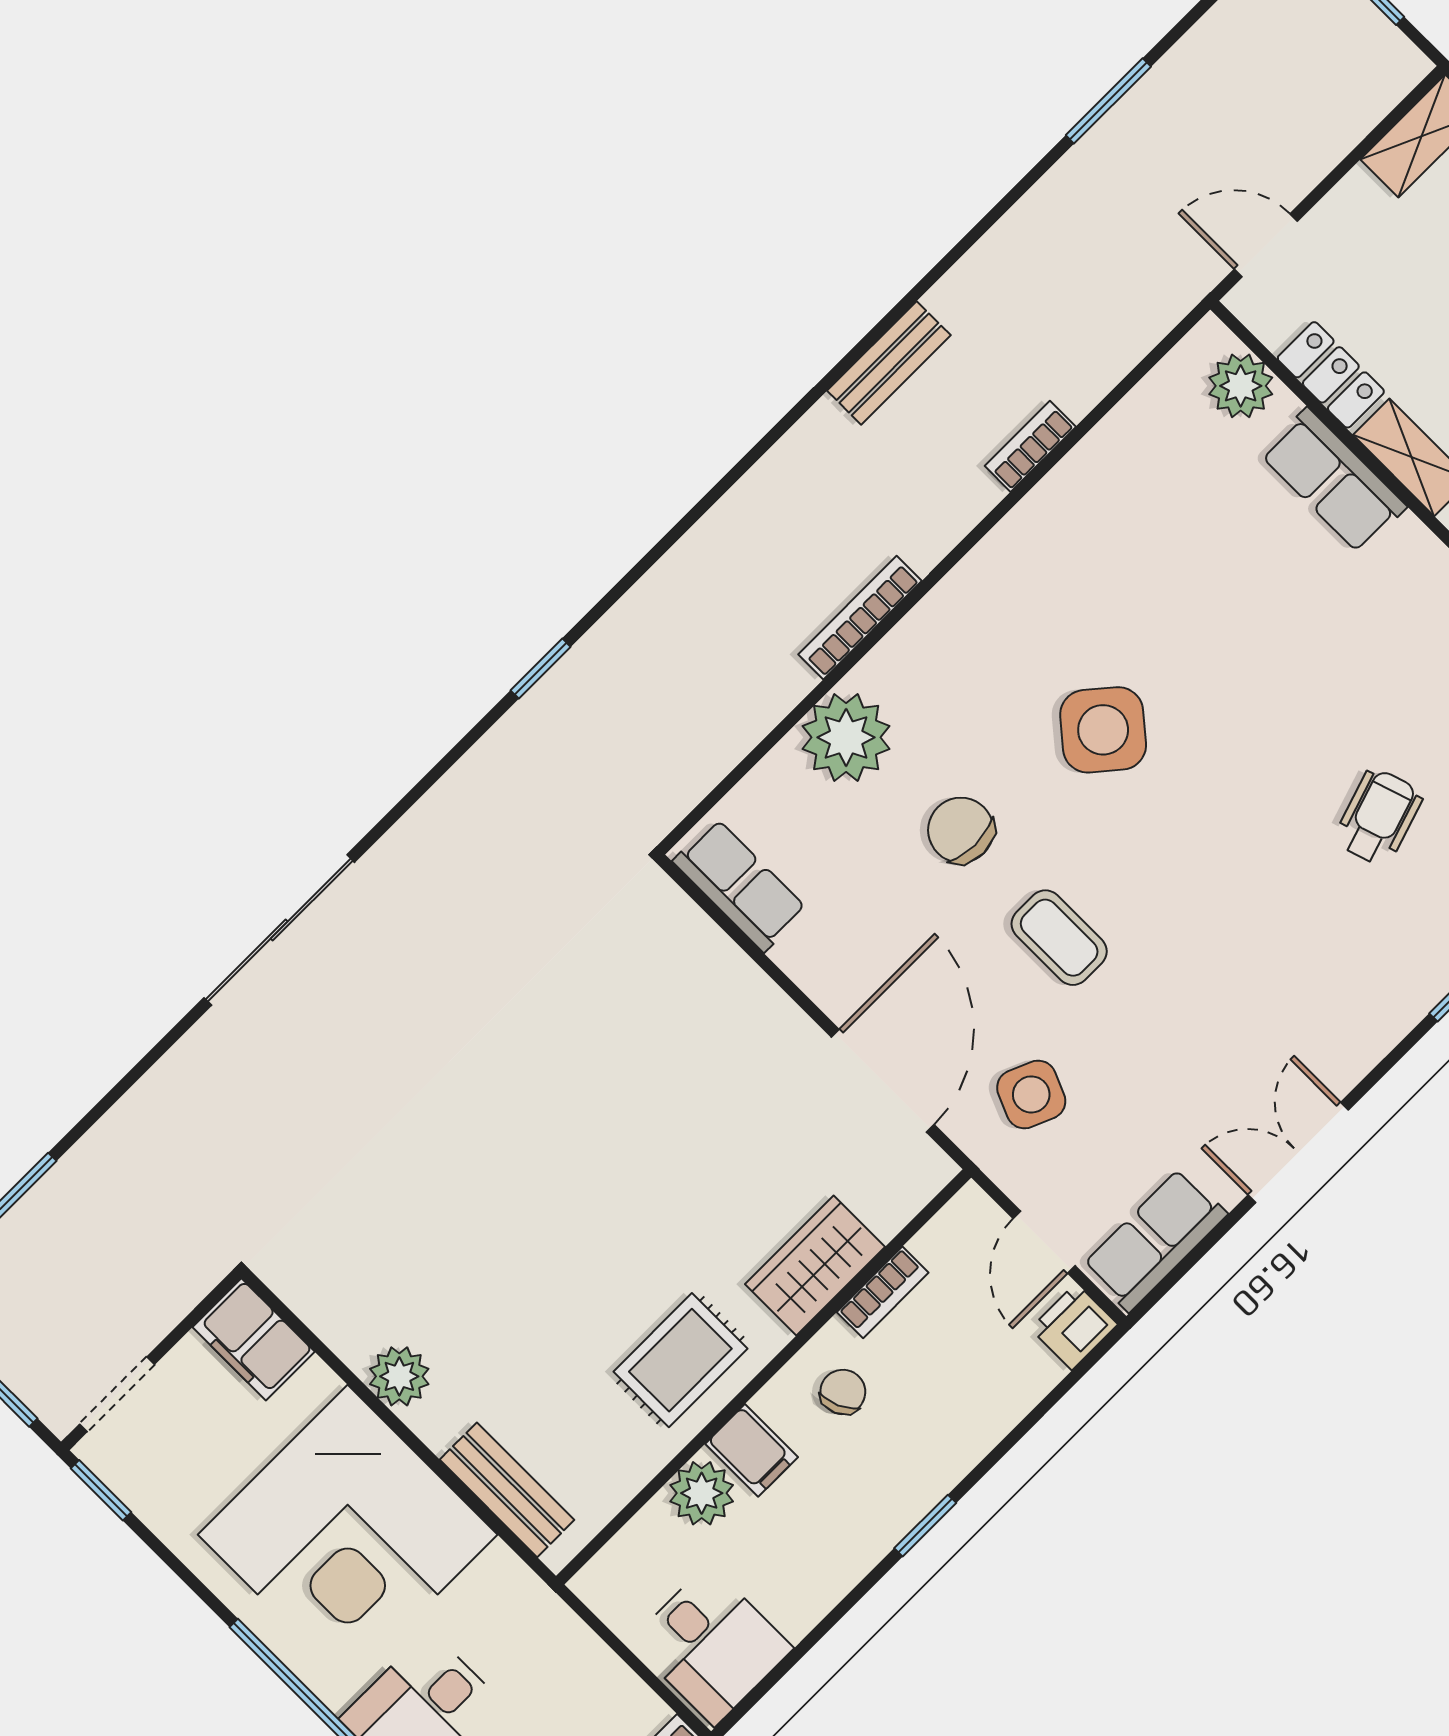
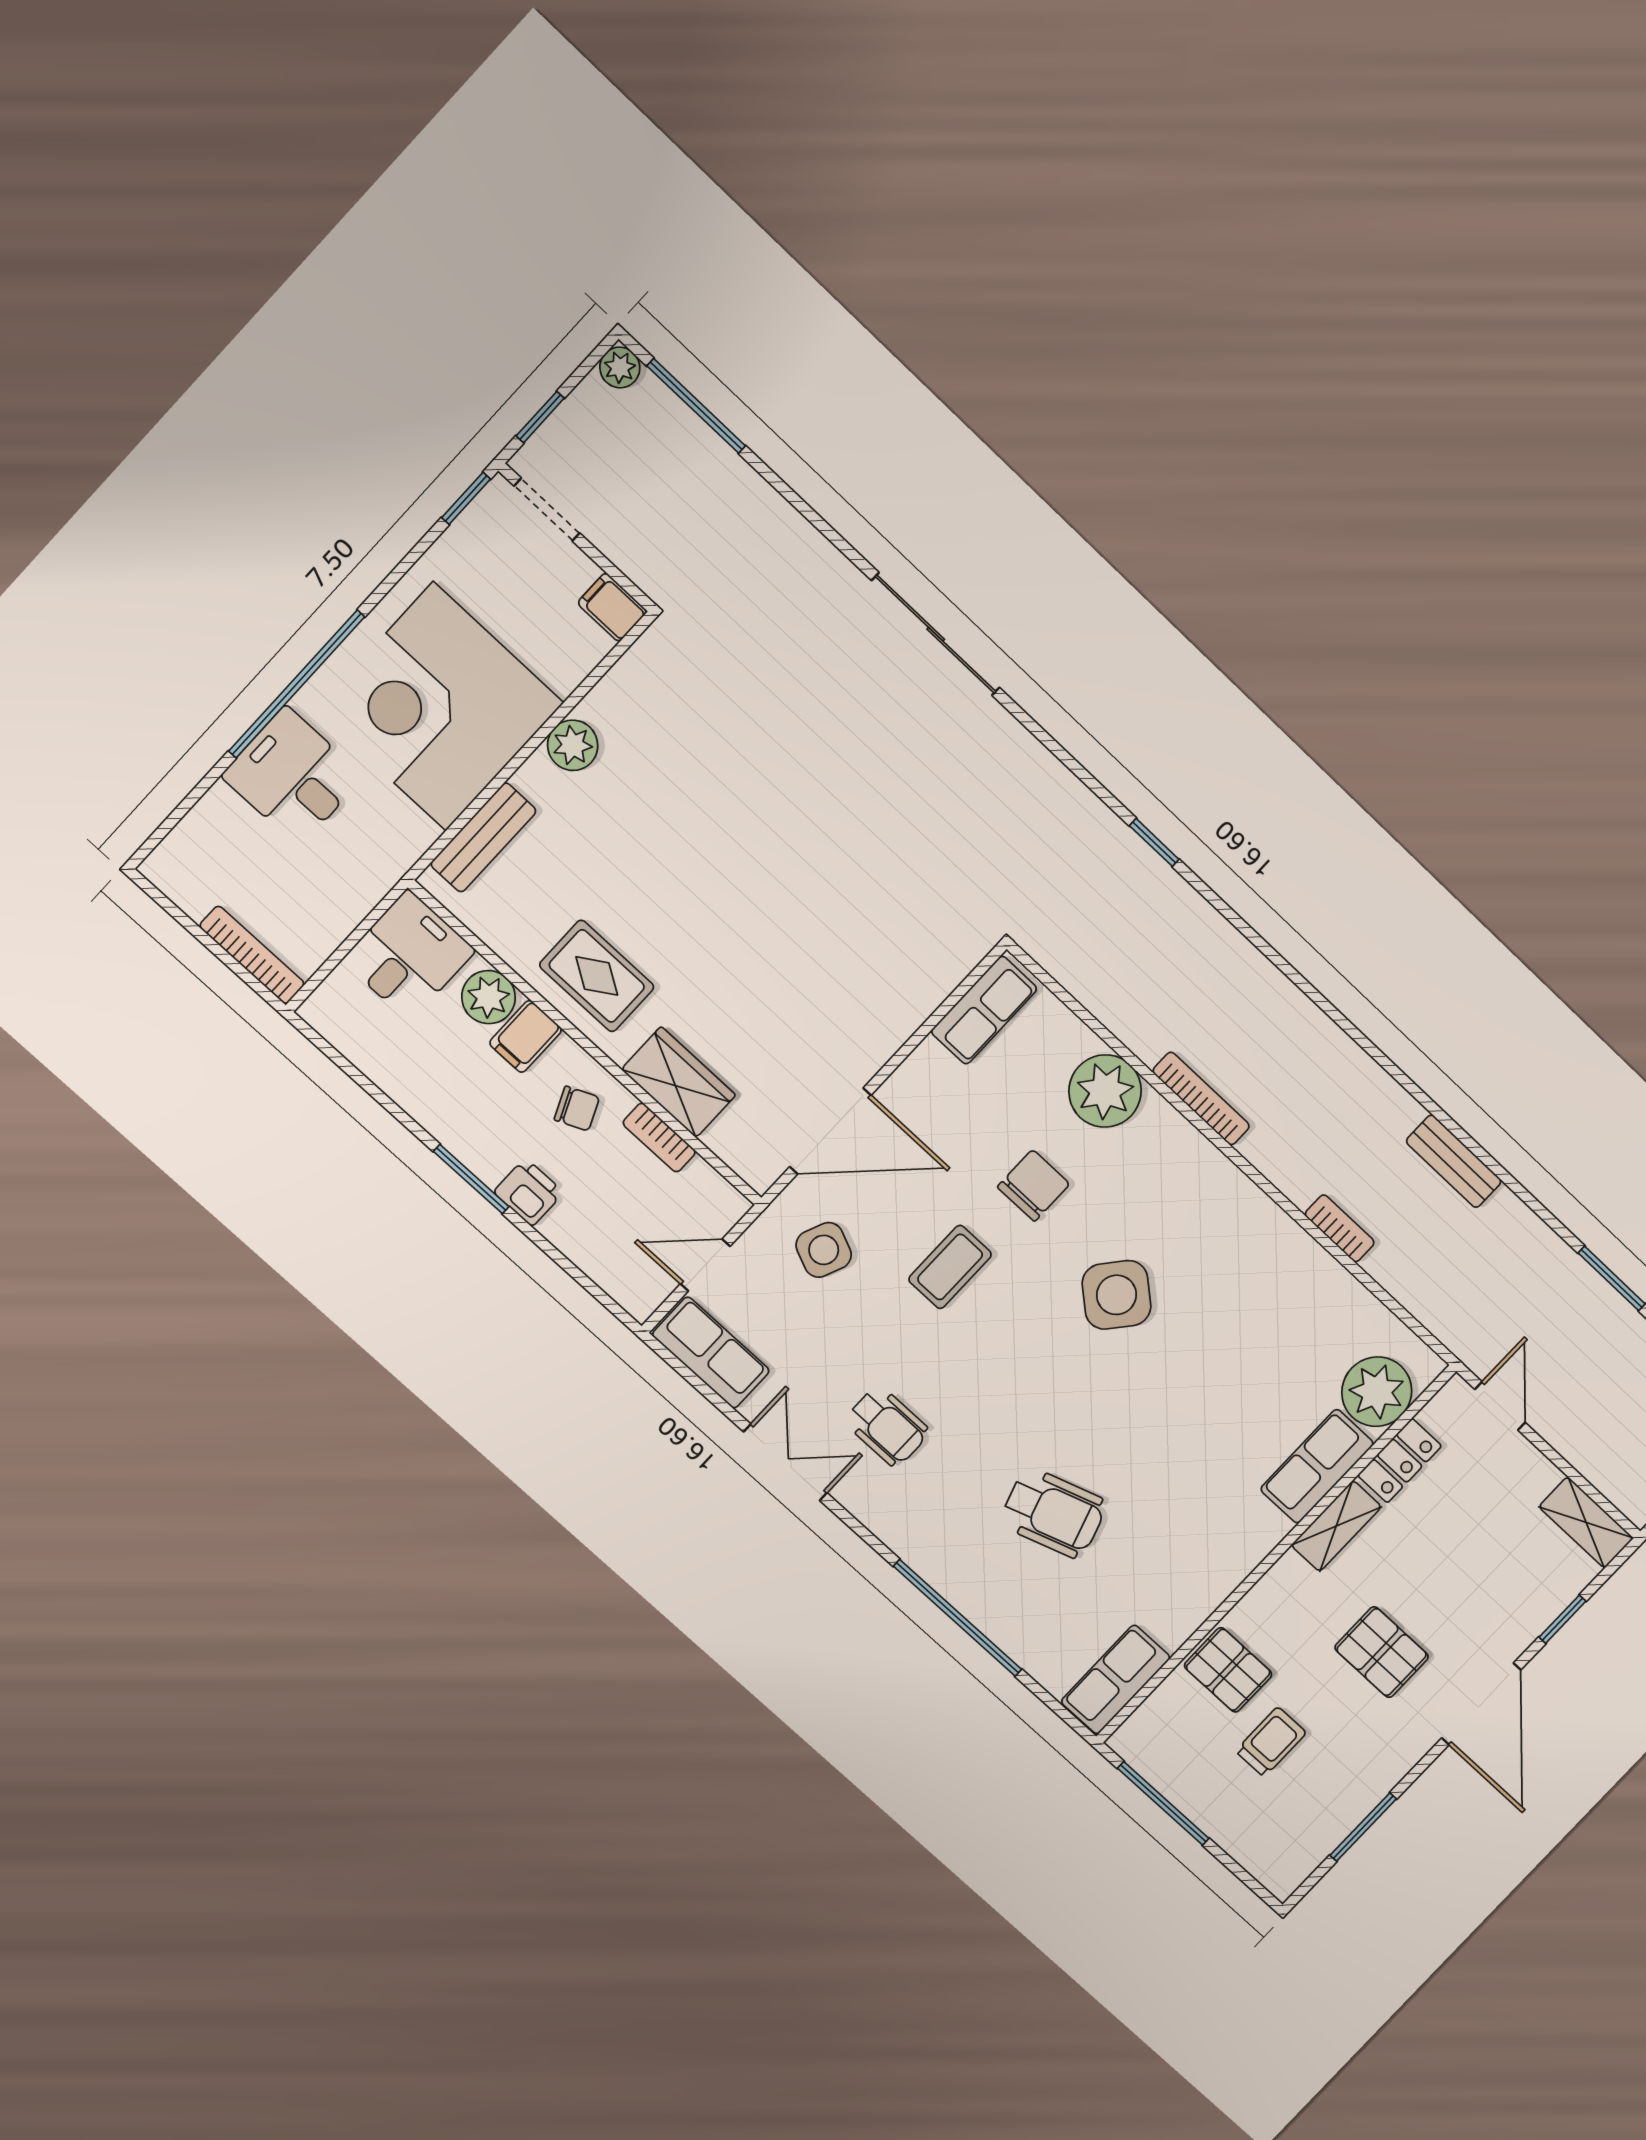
bench: (889, 363) -> (1454, 1161), moved
plant: (1241, 386) -> (1377, 1392), width x1.36, depth x1.36
wheelchair: (1378, 817) -> (1053, 1513), width x1.36, depth x1.37
wheelchair: (1258, 1023) -> (887, 1426), added
printer: (1074, 1326) -> (529, 1192), moved
filing cabinet: (254, 1339) -> (612, 607), width x0.50
window: (925, 1526) -> (471, 1179), width x1.50
desk: (711, 1645) -> (409, 956), moved, turned 180

